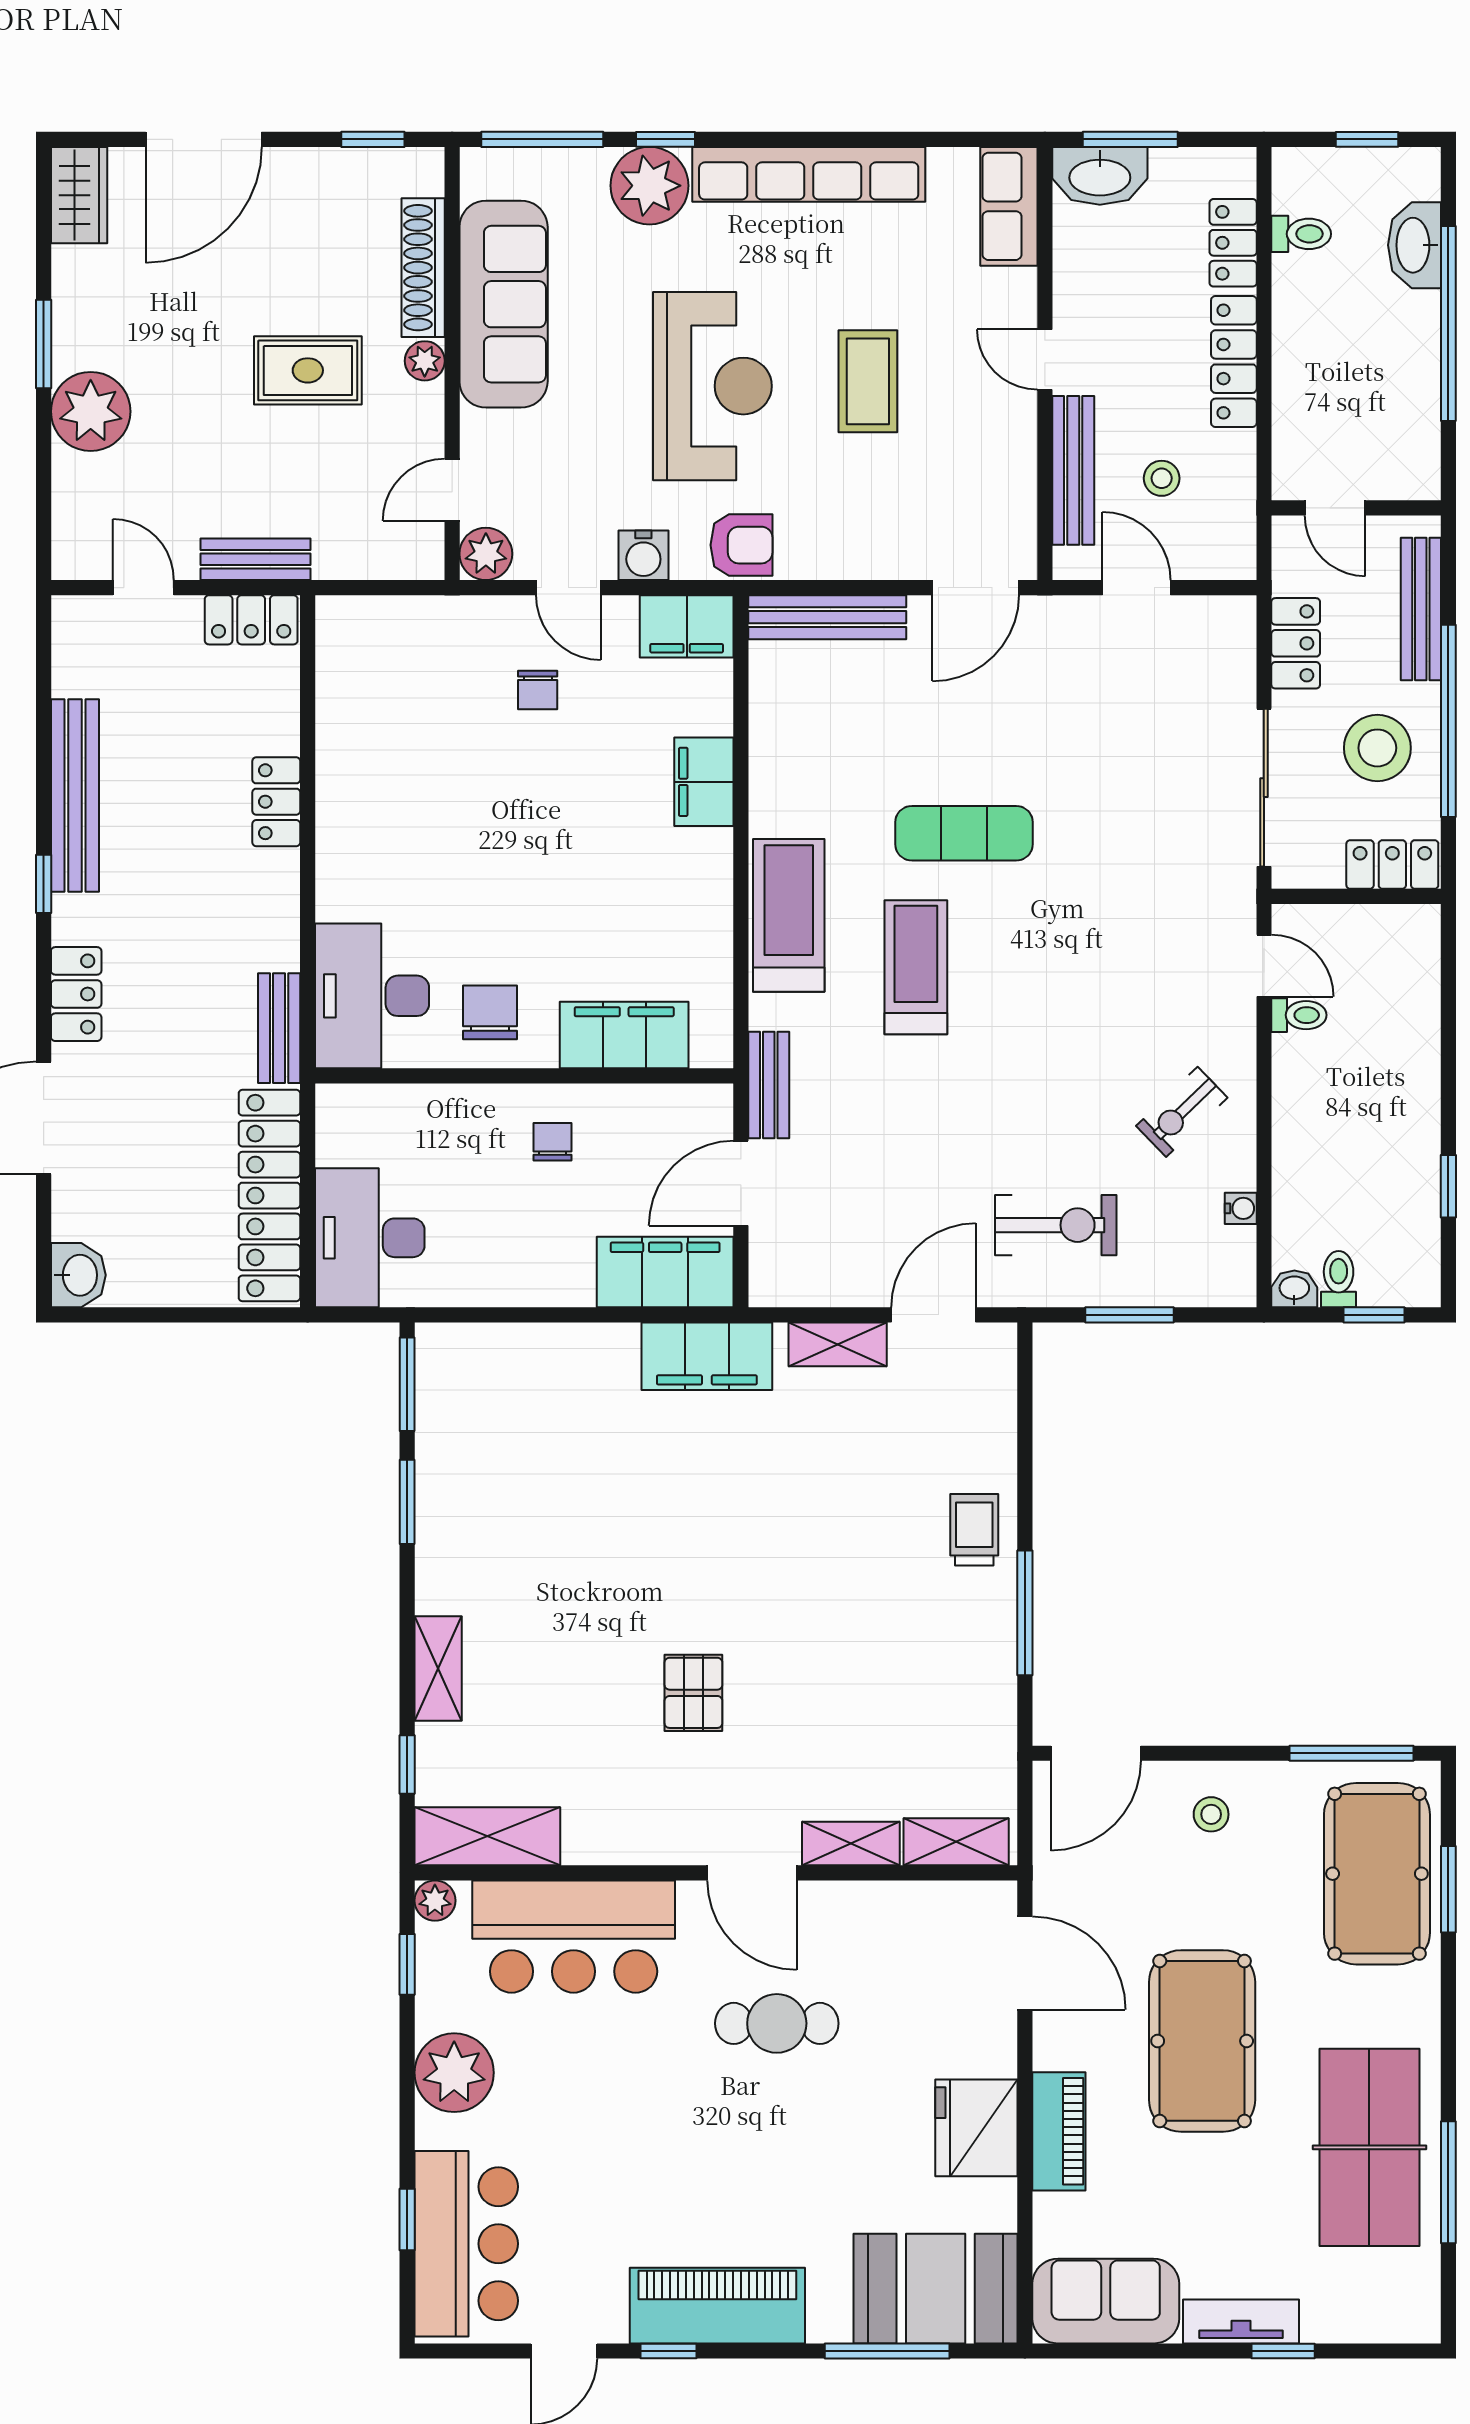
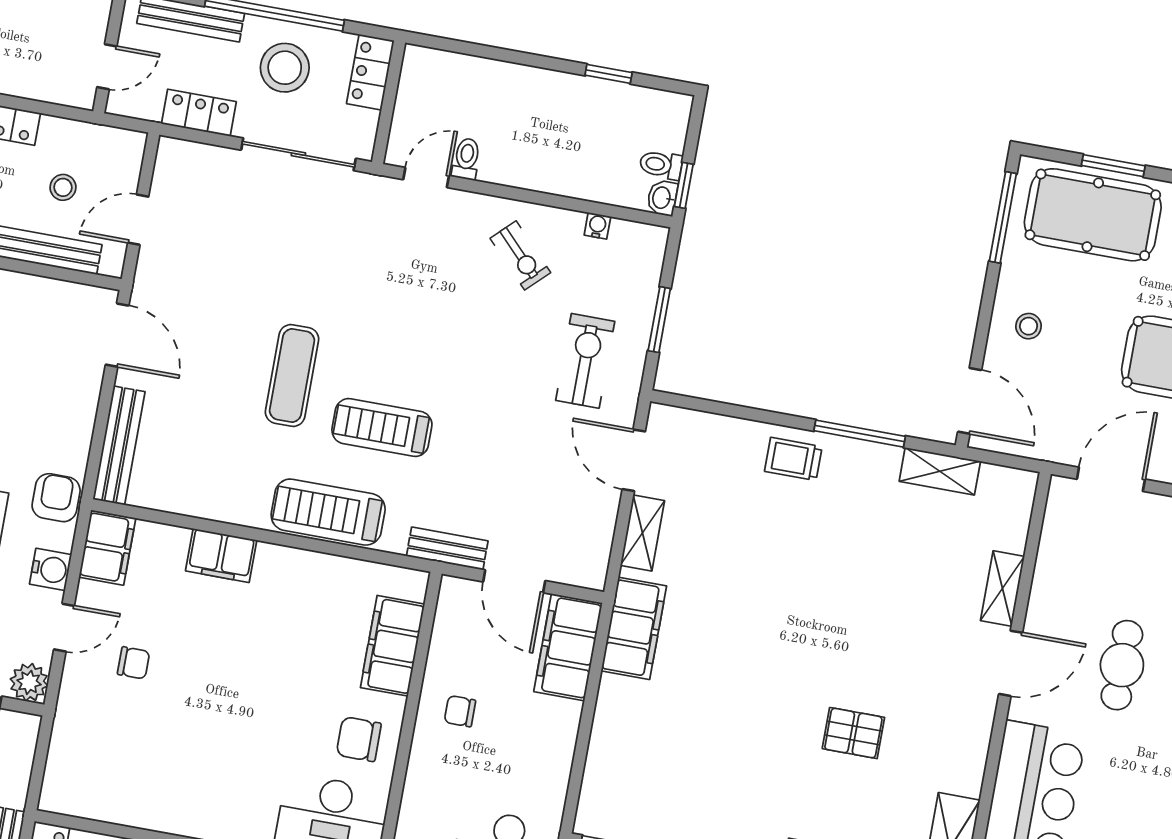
window: (1374, 1315) -> (684, 185), moved
pallet: (693, 1693) -> (853, 733), moved
shelving: (956, 1842) -> (940, 471), moved, turned 90

